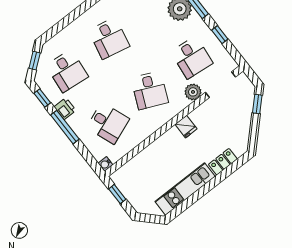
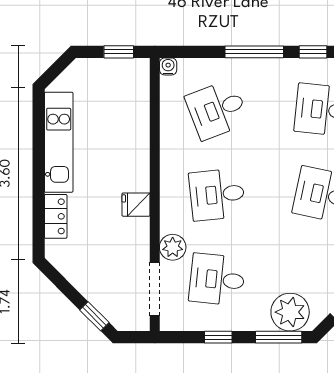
desk: (150, 90) -> (217, 195), turned -30
printer: (65, 109) -> (277, 70), removed

